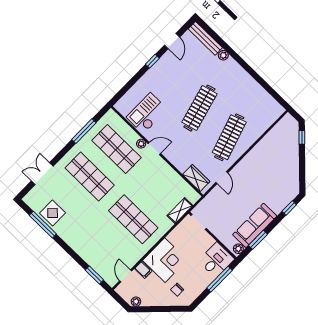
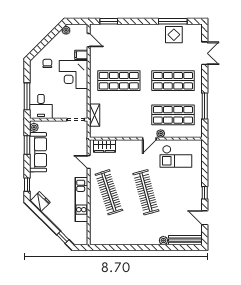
checkout: (147, 113) -> (176, 156), turned 90
kitchen unit: (257, 153) -> (81, 199), added
fridge: (292, 184) -> (40, 202), added

